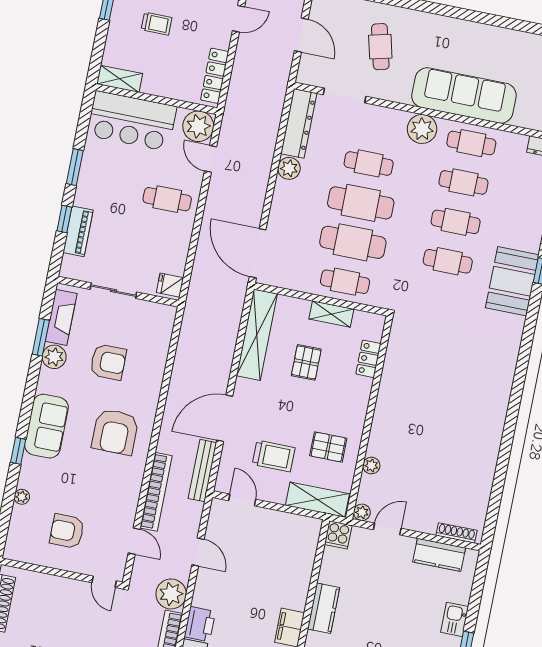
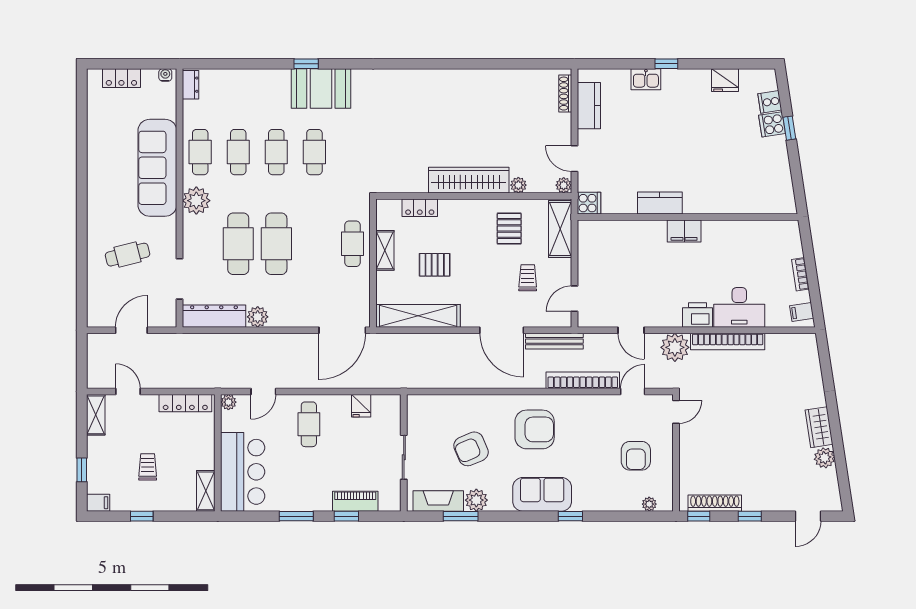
plant: (198, 126) -> (228, 402), width x0.53, depth x0.53
cafe table: (369, 163) -> (238, 244), width x1.37, depth x1.35
cafe table: (353, 242) -> (314, 244), removed
fridge: (170, 285) -> (361, 406), moved
armchair: (108, 362) -> (471, 449), turned -113
wardrobe: (387, 415) -> (469, 180), added
trolley: (274, 456) -> (528, 278), width x0.73, depth x0.72
plant: (22, 497) -> (649, 504), moved
door: (198, 552) -> (631, 330), swing flipped

